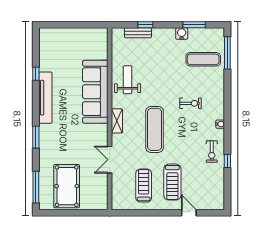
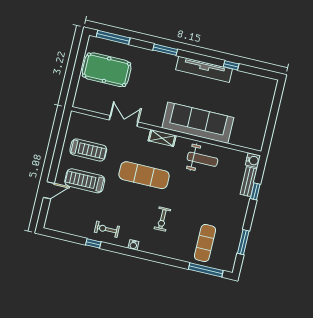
water cooler: (182, 34) -> (253, 160), moved

